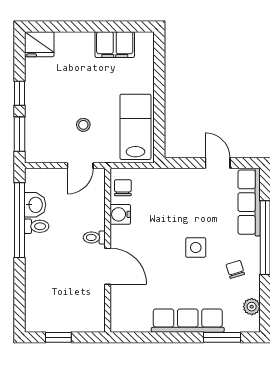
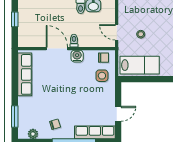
water cooler: (120, 214) -> (77, 56), moved
side table: (196, 248) -> (102, 76), moved
door: (108, 266) -> (57, 49), swing flipped
row of seats: (188, 321) -> (25, 74), moved

